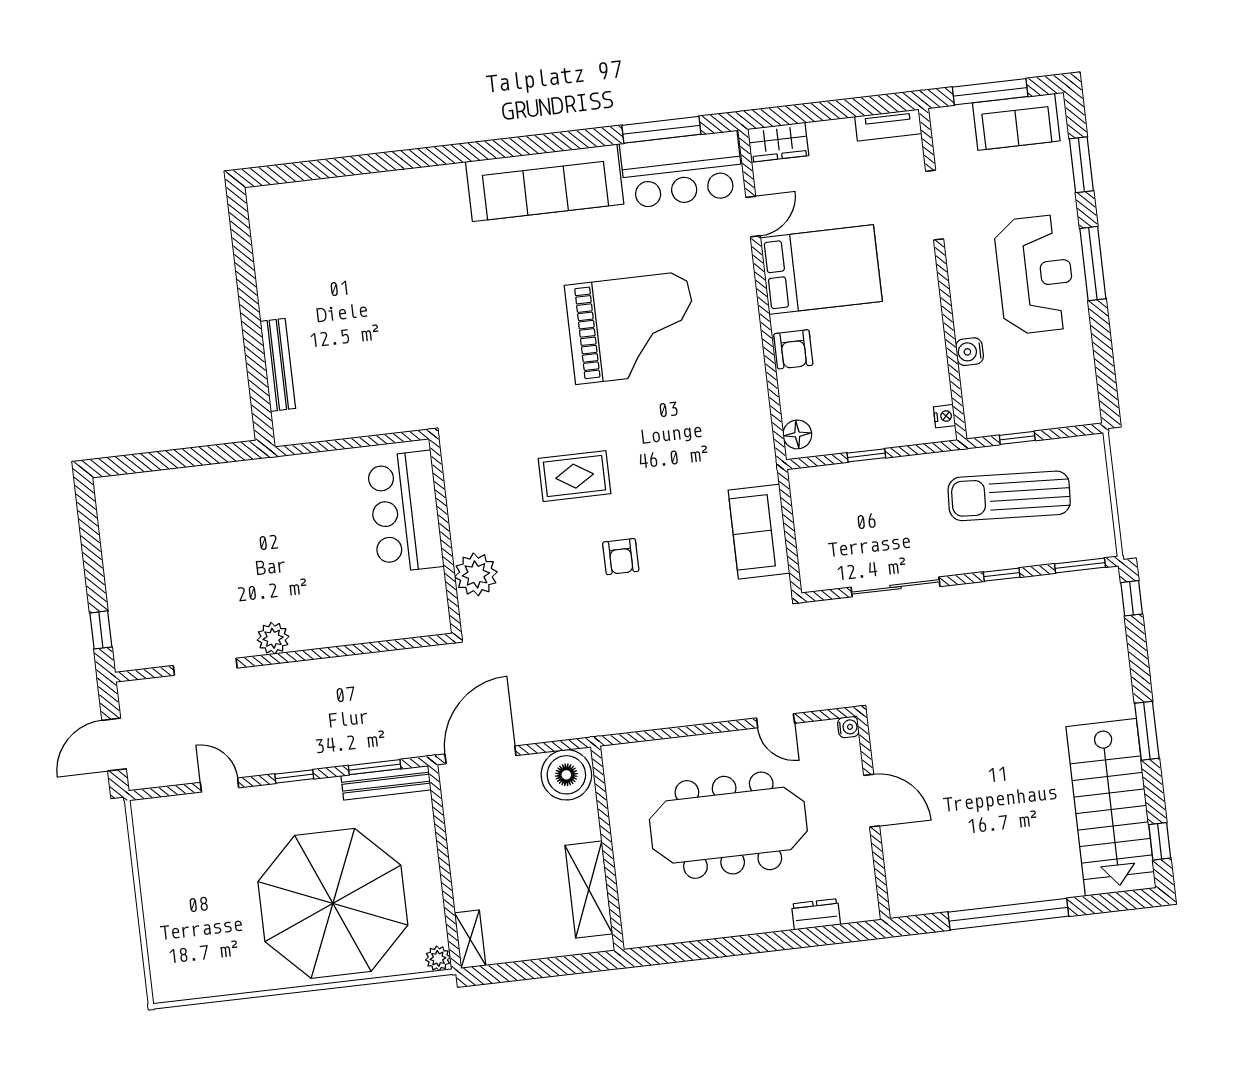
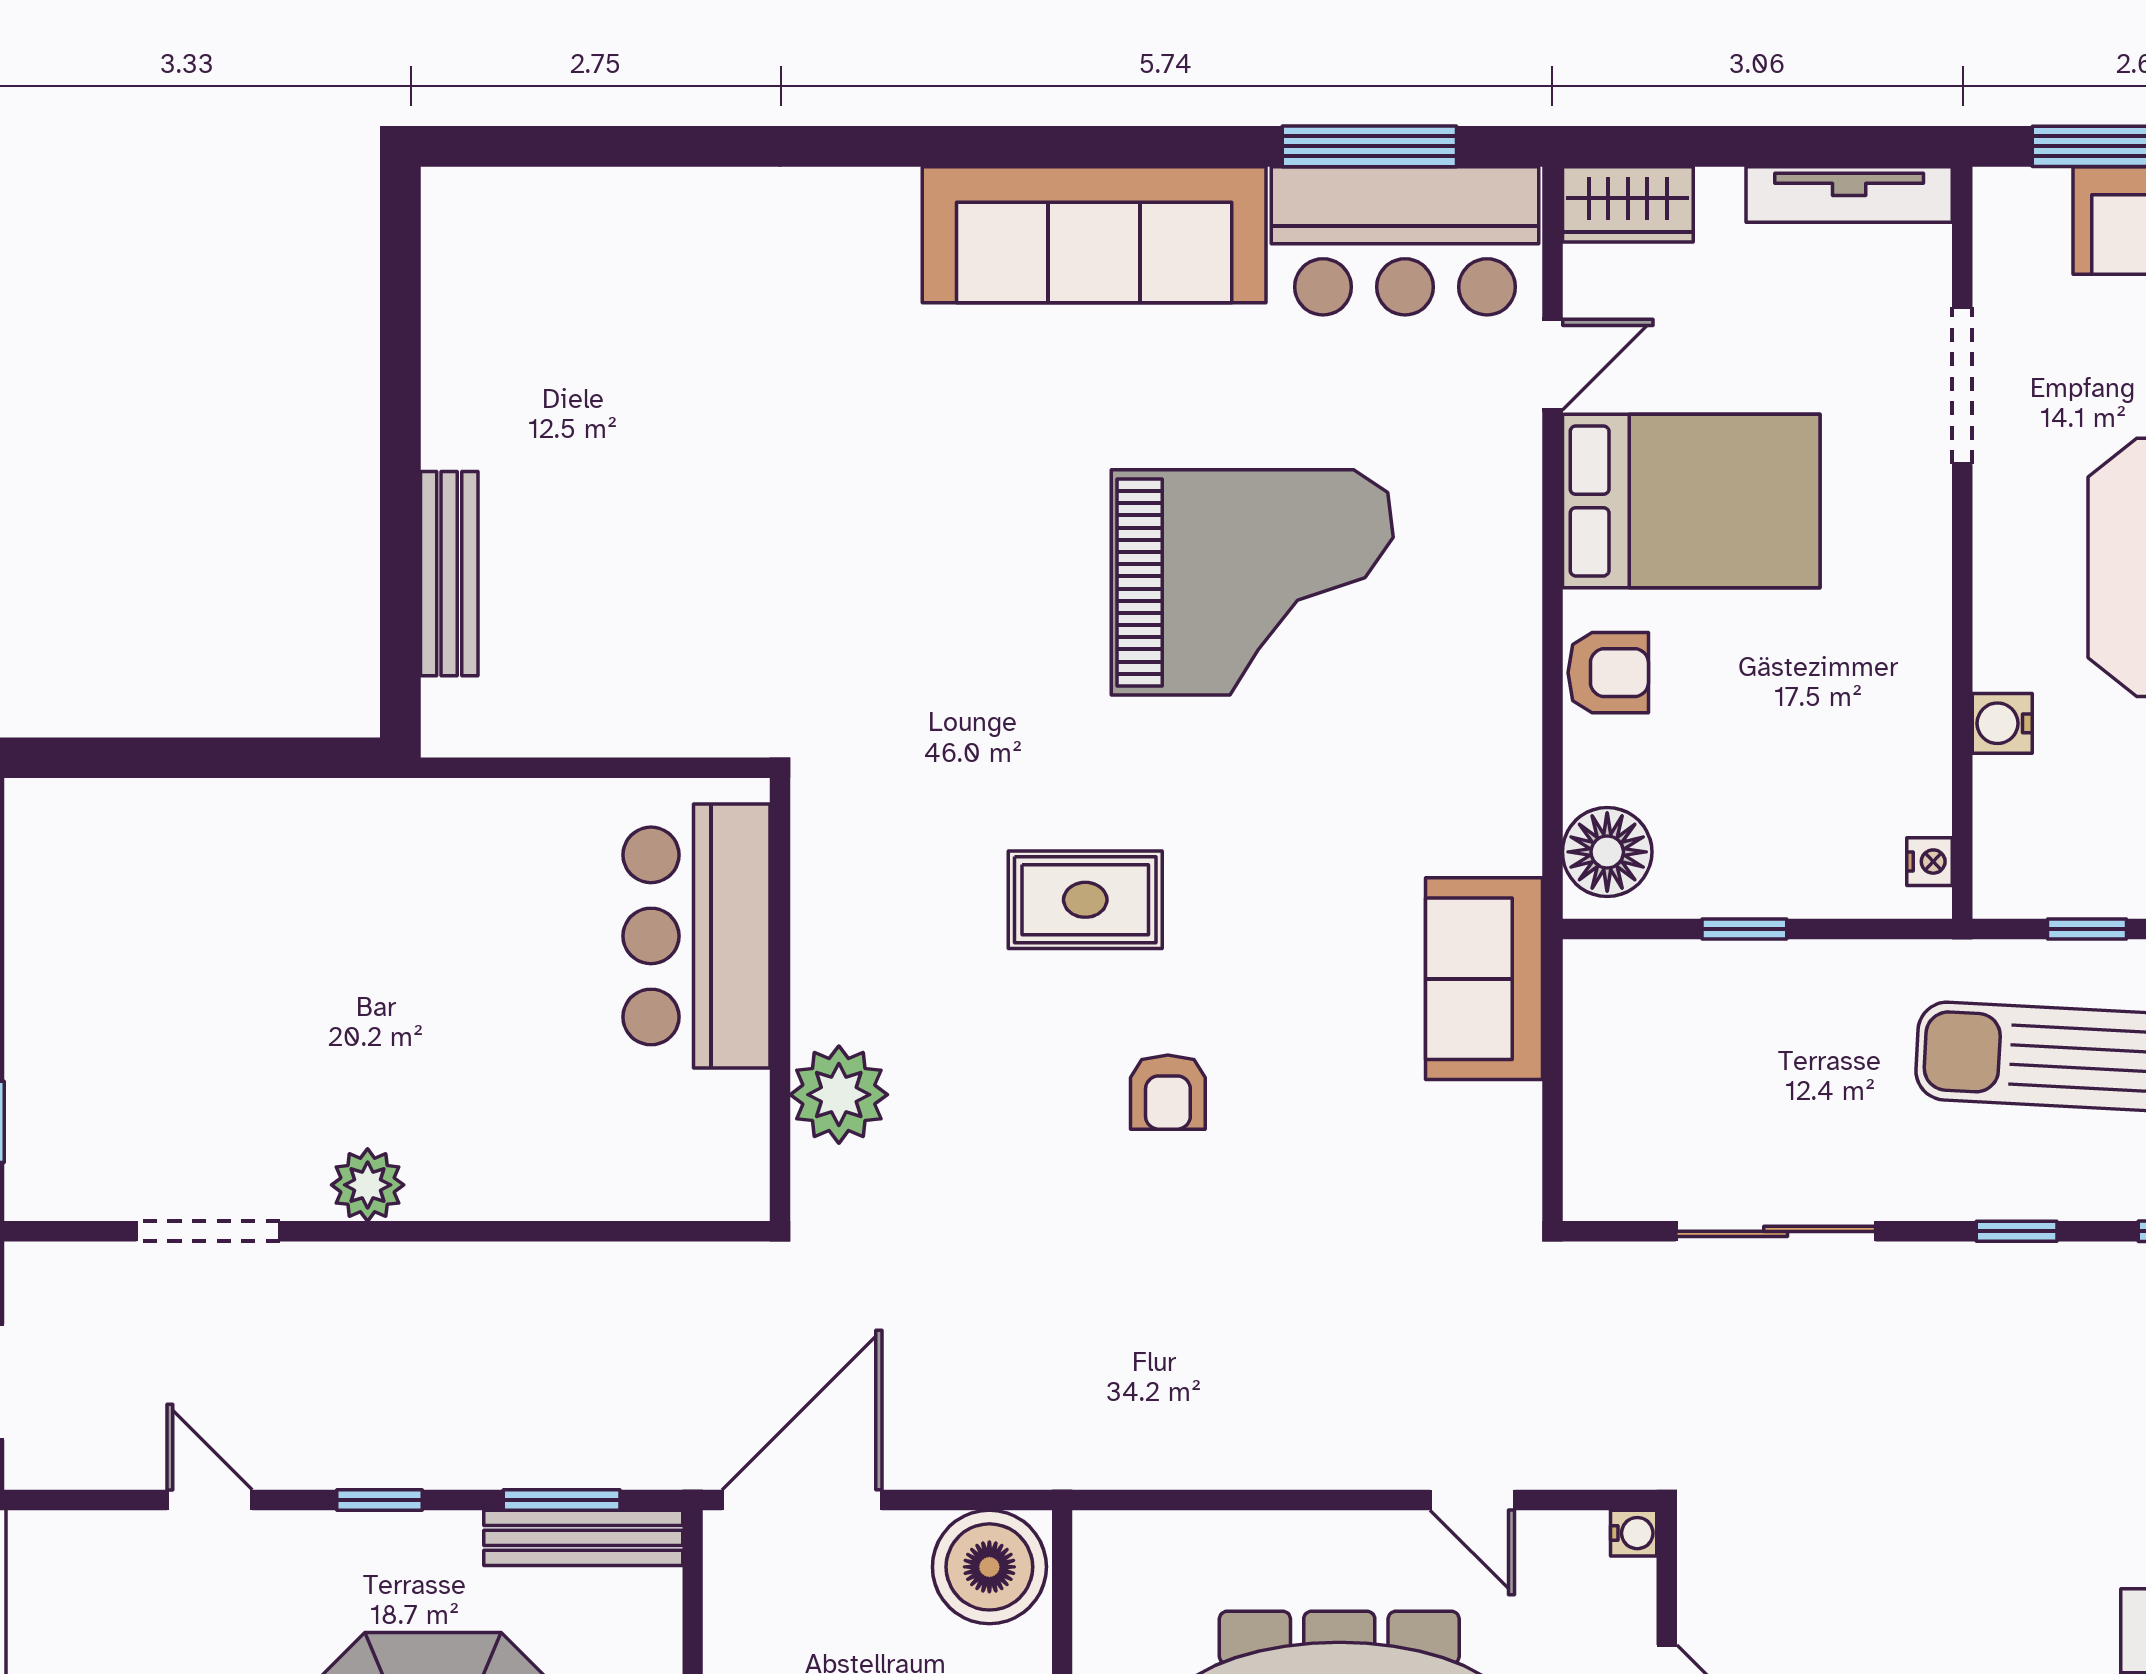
tv unit: (888, 125) -> (1849, 194), width x1.41
armchair: (793, 349) -> (1608, 673), turned -90
floor lamp: (797, 434) -> (1607, 852), width x1.38, depth x1.38
sofa: (759, 532) -> (1484, 979), moved

